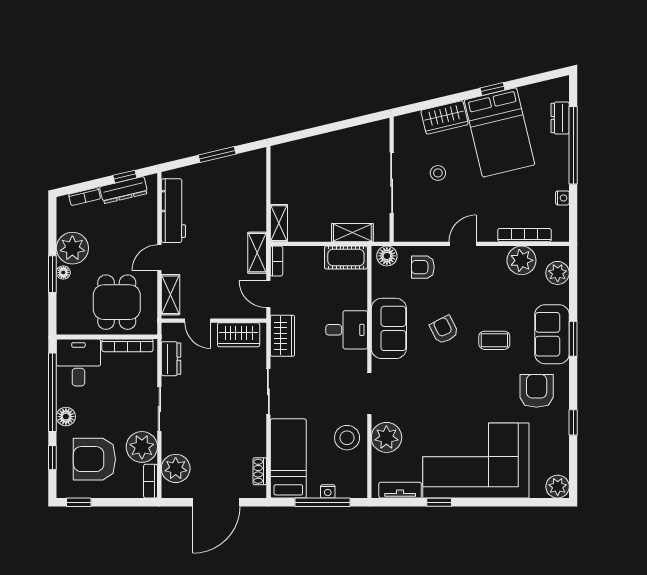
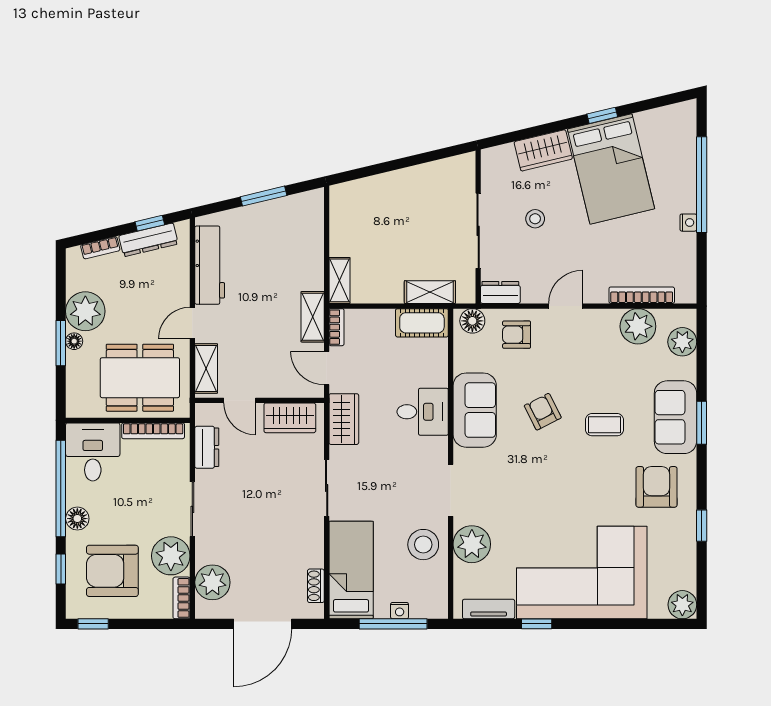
dresser: (560, 118) -> (500, 292), moved, turned 90
nightstand: (562, 198) -> (688, 223), moved
dining table: (117, 302) -> (140, 378), width x1.37

